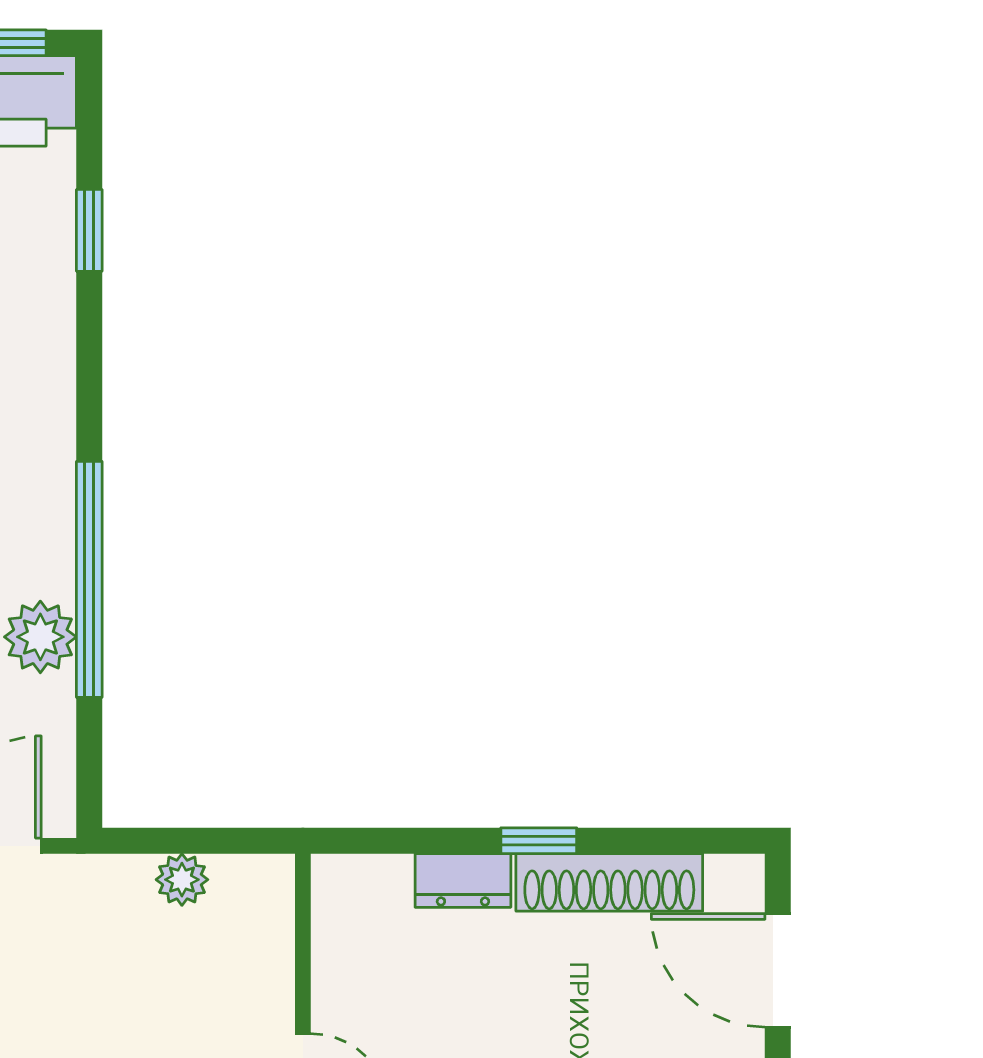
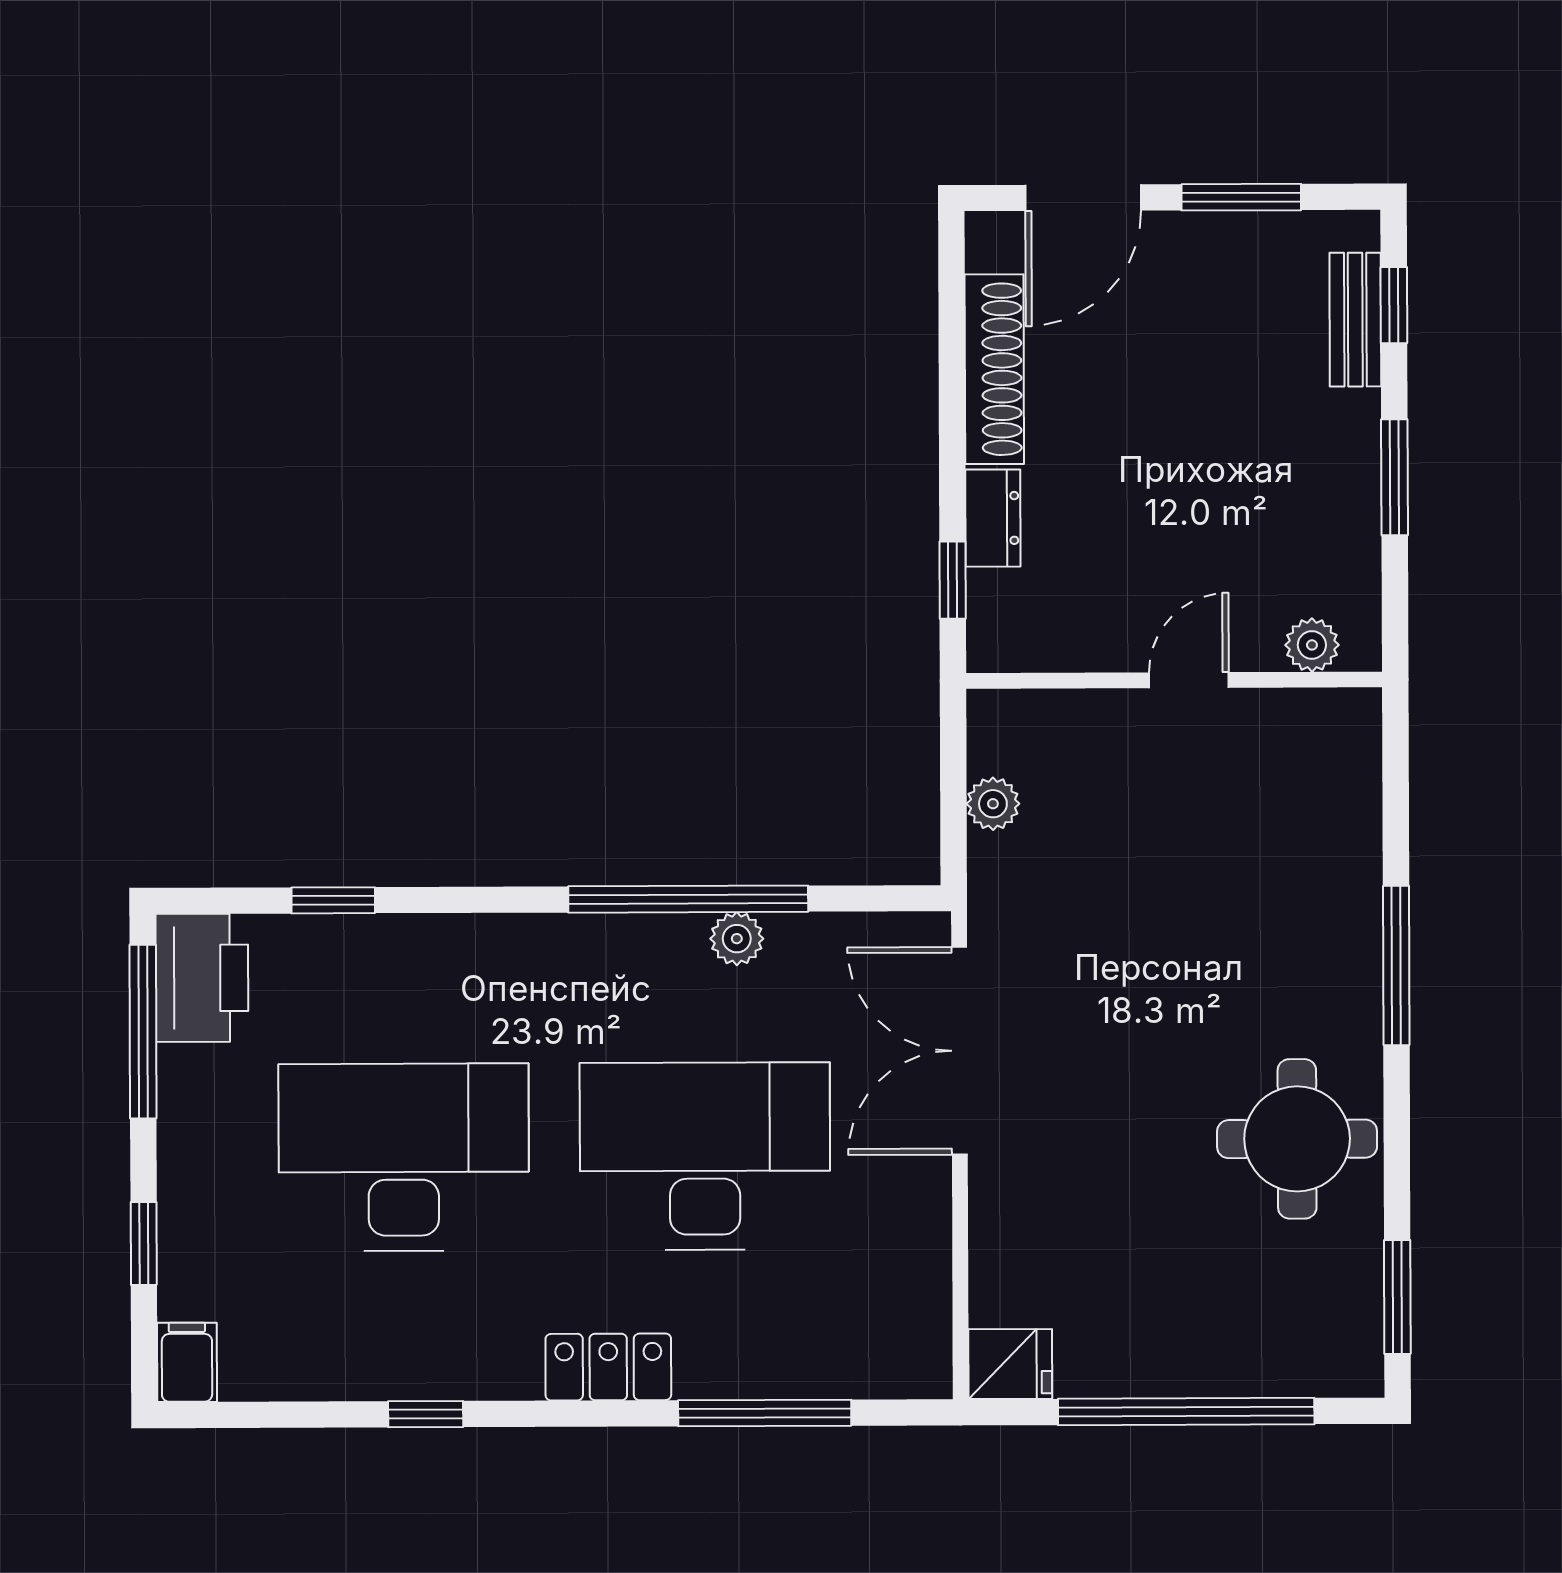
plant: (40, 637) -> (737, 939), width x0.73, depth x0.73
window: (539, 841) -> (953, 580), moved

